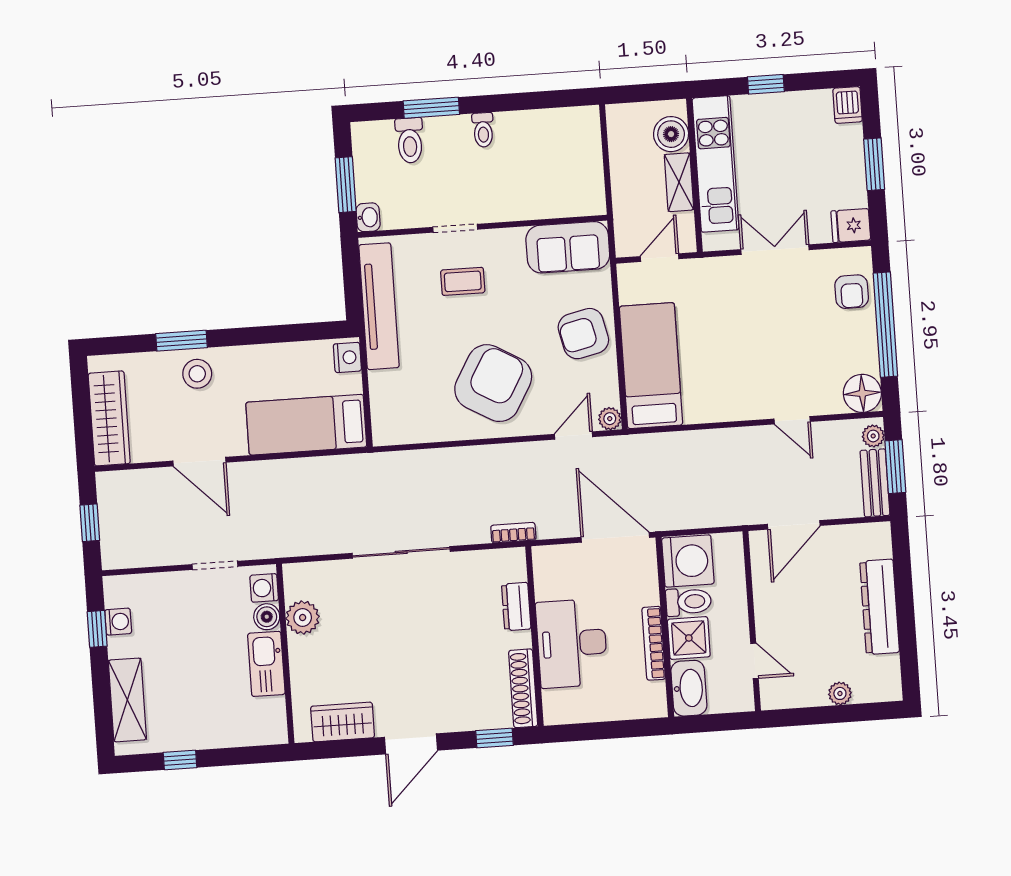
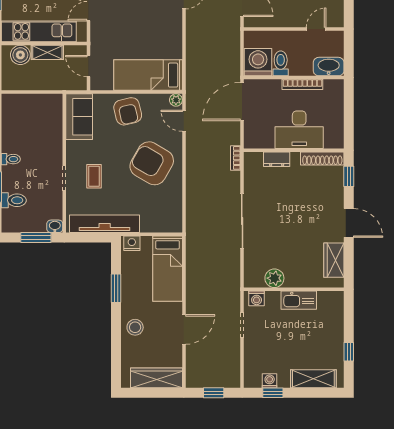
window: (182, 341) -> (116, 288), moved
boiler: (267, 617) -> (273, 298), removed
shower: (689, 638) -> (301, 65), removed

